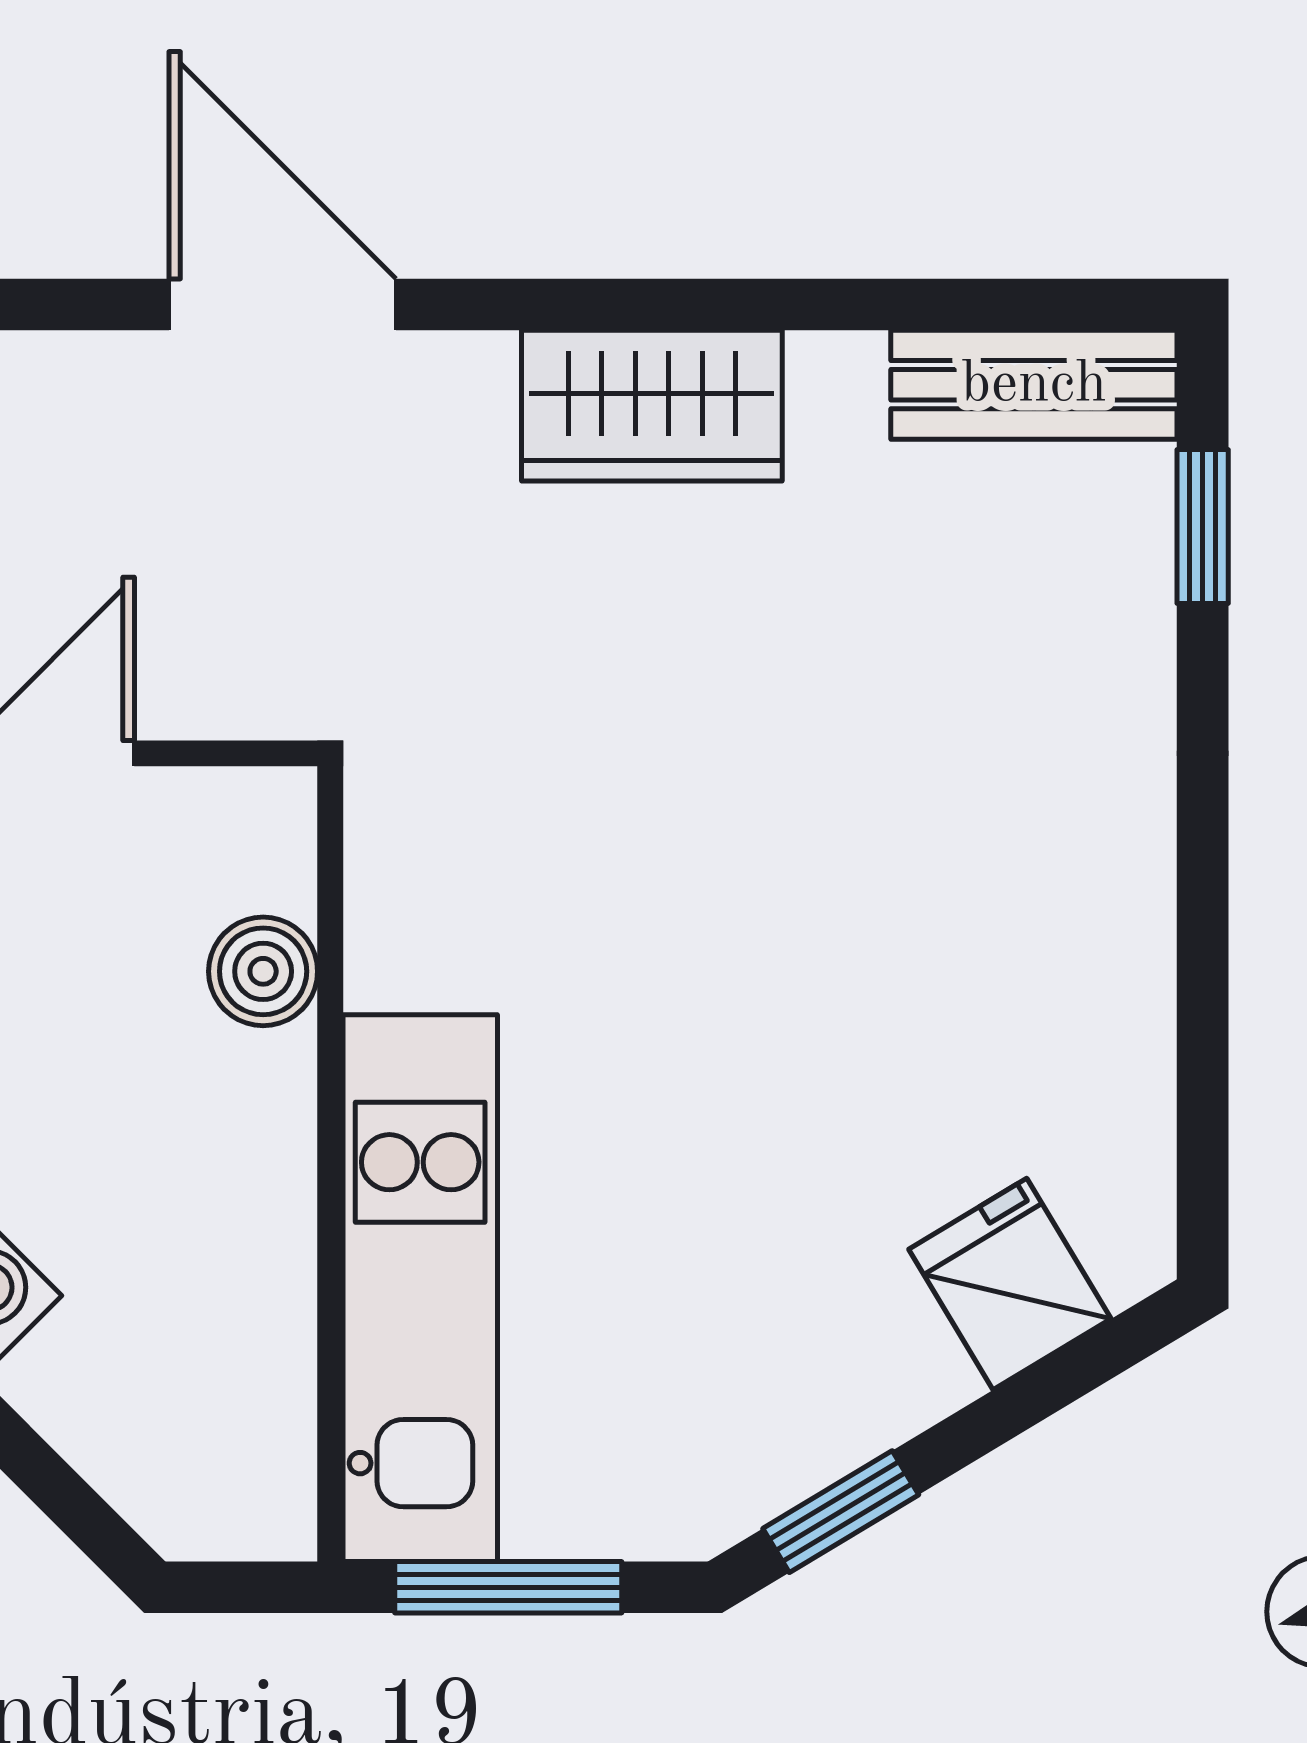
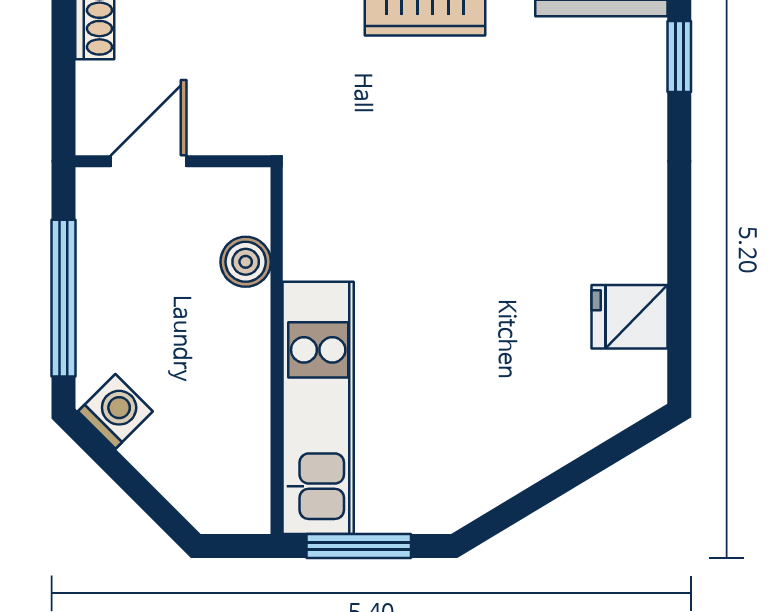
fridge: (1010, 1284) -> (629, 317), moved, turned -59
window: (841, 1512) -> (512, 511), removed

